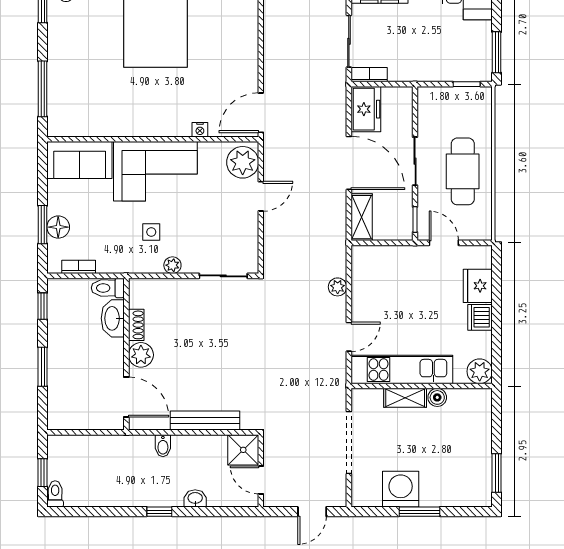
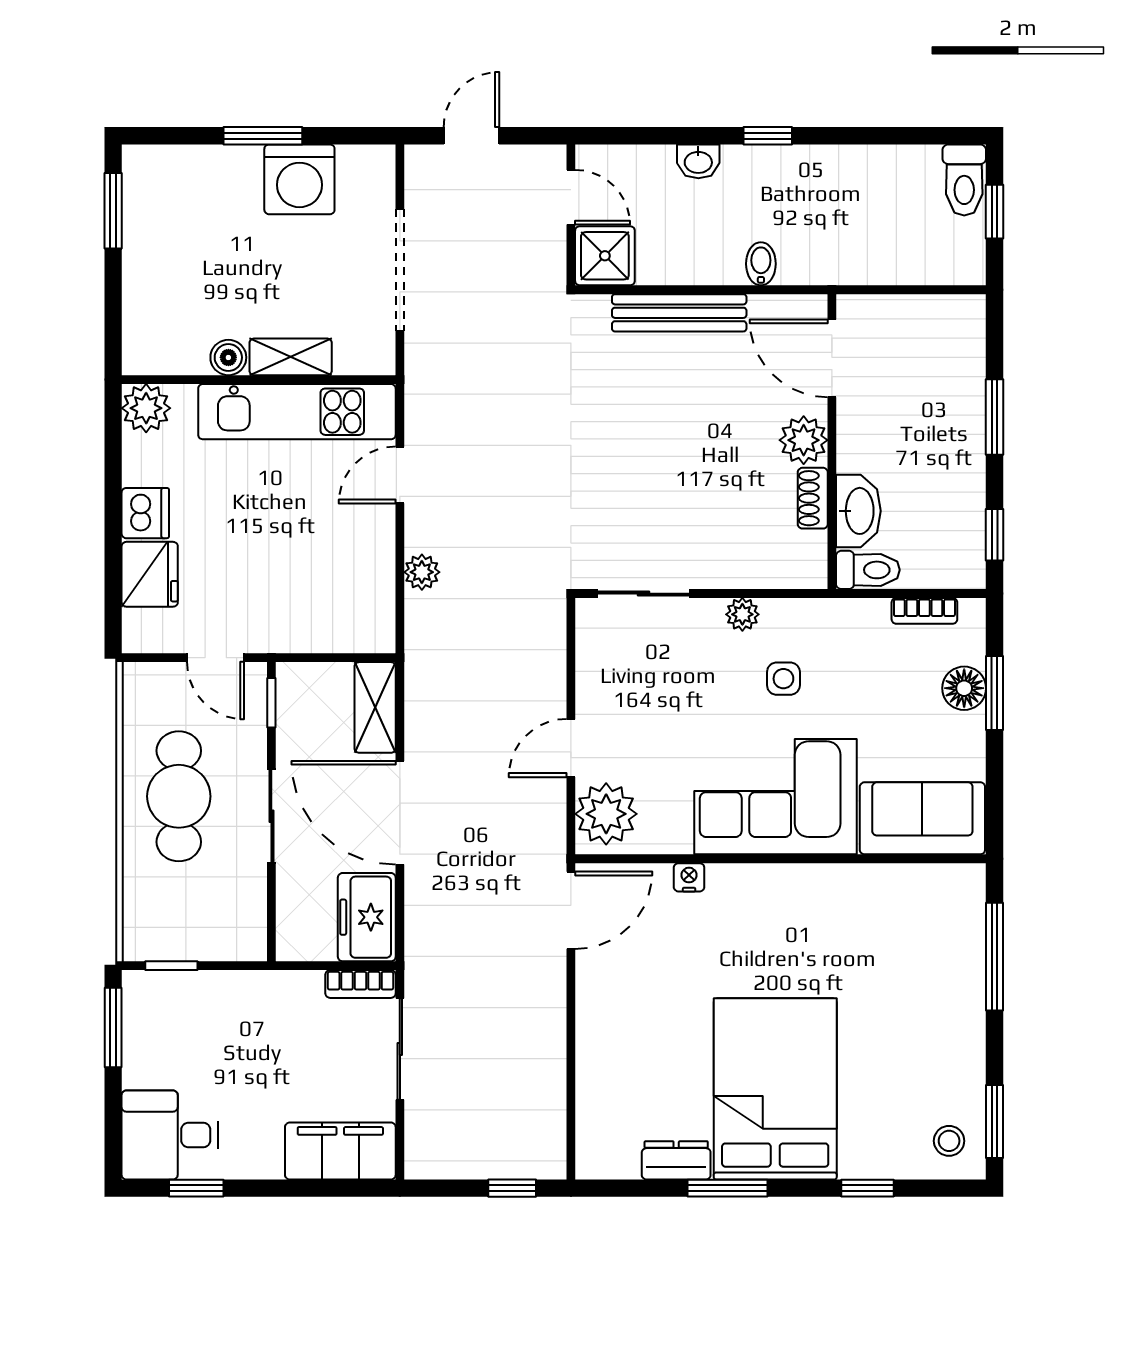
toilet: (55, 494) -> (964, 180), width x1.37, depth x1.39

